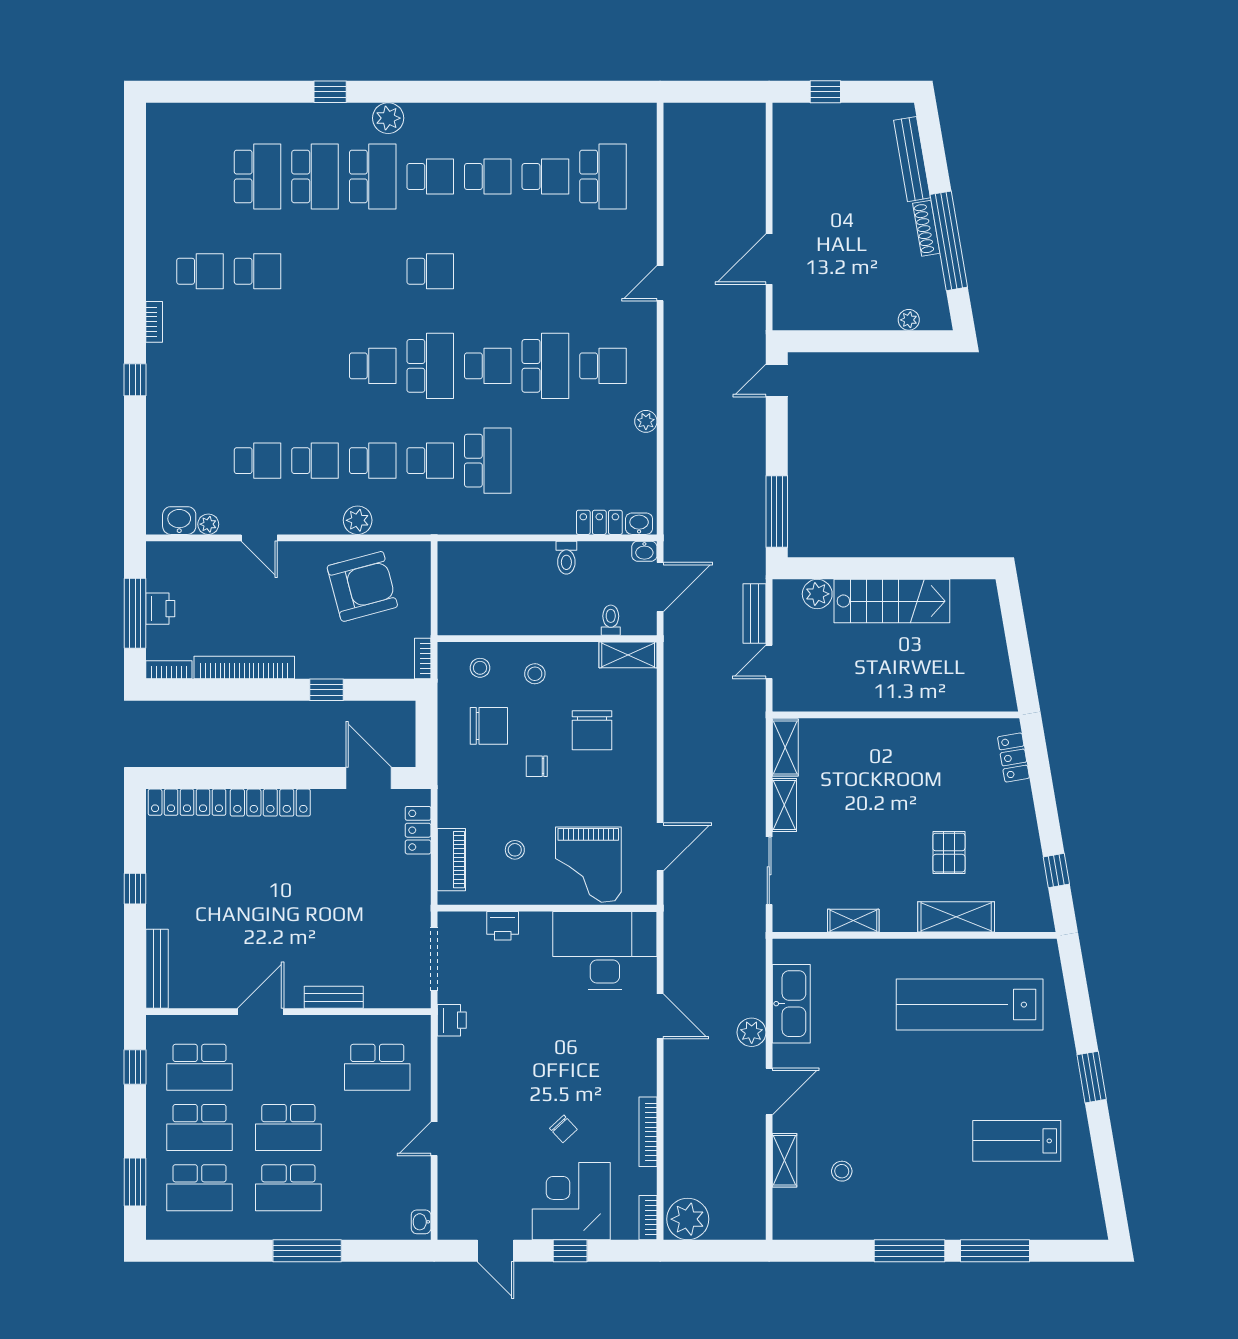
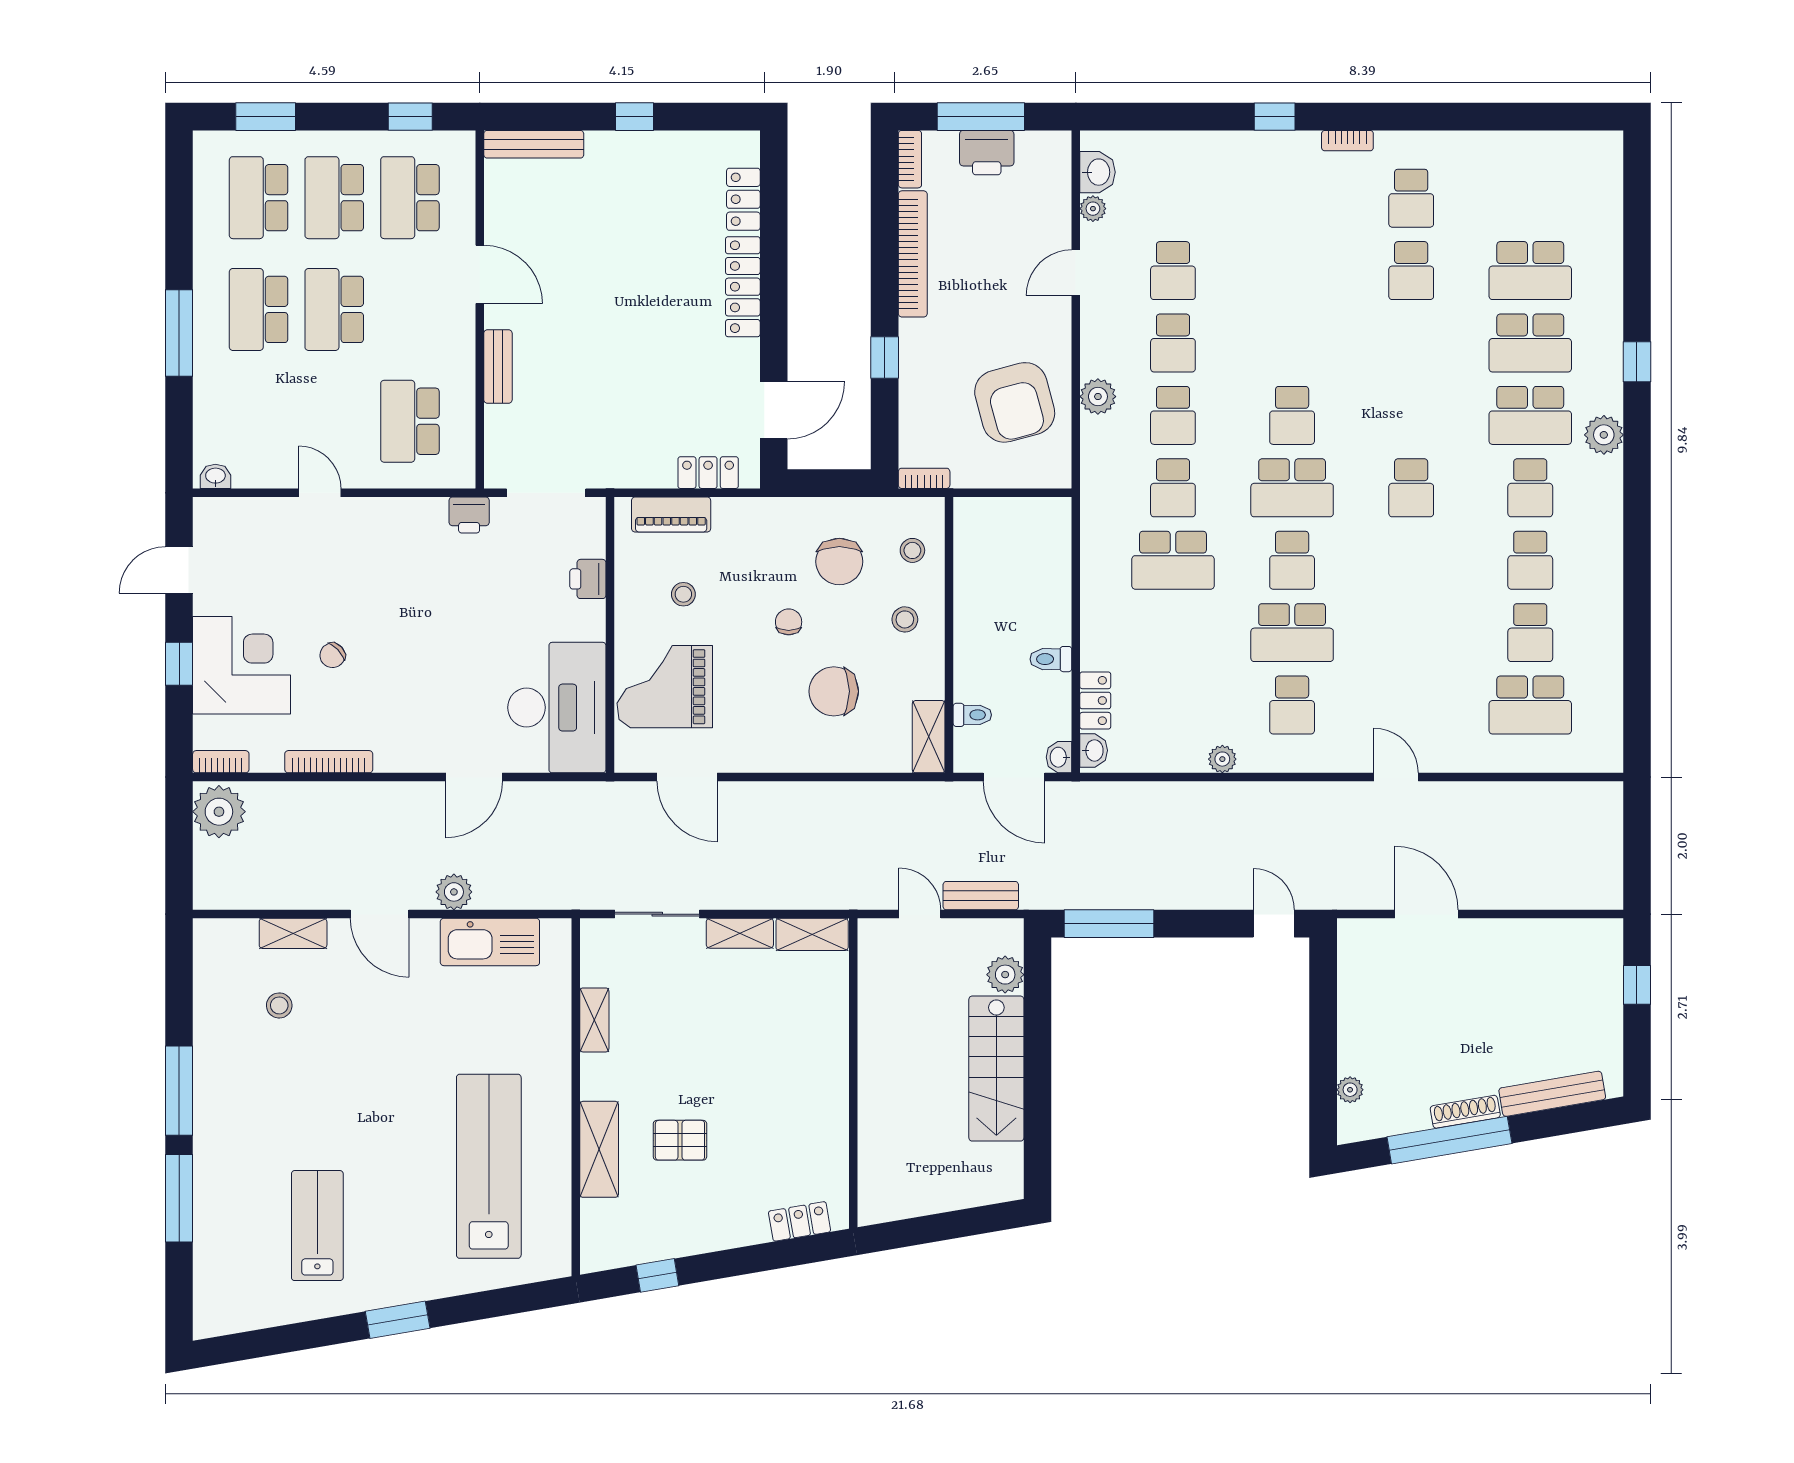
printer: (160, 609) -> (987, 153), width x1.36, depth x1.24
locker: (187, 802) -> (743, 199), width x0.66

